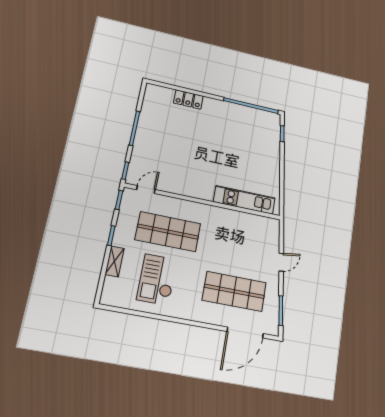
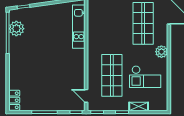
locker: (188, 99) -> (14, 100), moved
plant: (255, 118) -> (16, 29), added
plant: (189, 311) -> (161, 52), added

